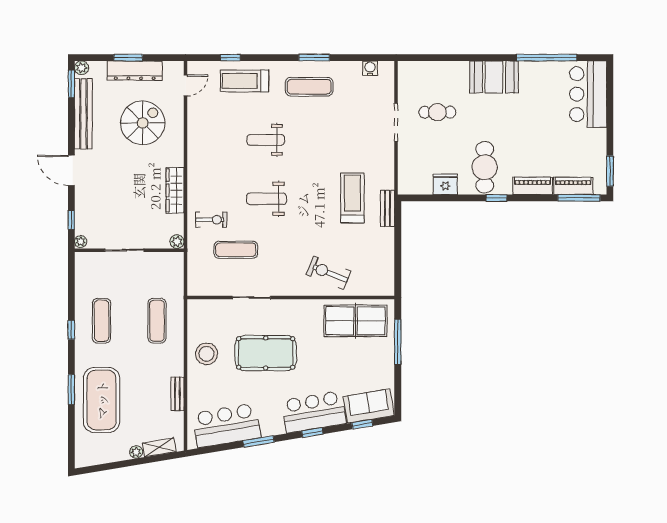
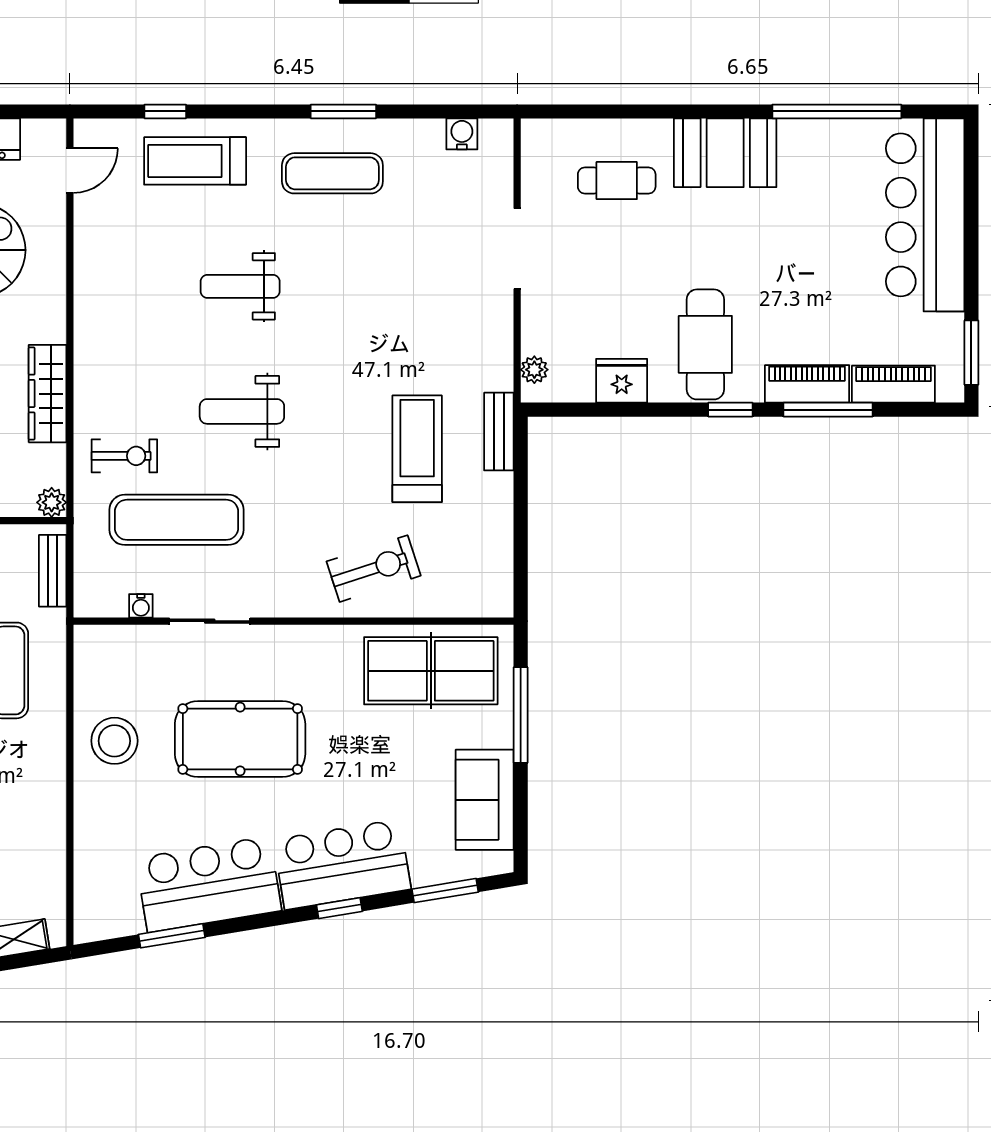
bar counter: (588, 94) -> (925, 215), width x1.36
cafe table: (437, 112) -> (617, 181), moved
plant: (404, 179) -> (534, 370), added
treadmill: (352, 198) -> (417, 449), moved
window: (579, 198) -> (828, 410), moved
exercise mat: (236, 250) -> (177, 520), width x1.36, depth x1.45
exercise bike: (329, 273) -> (374, 569), turned 140
water cooler: (219, 290) -> (141, 606), added
bench: (177, 394) -> (53, 571), moved
sofa: (369, 406) -> (485, 800), moved, turned -81
window: (362, 424) -> (445, 891), width x1.50
bar counter: (226, 425) -> (209, 884), moved
window: (259, 441) -> (172, 936), moved

